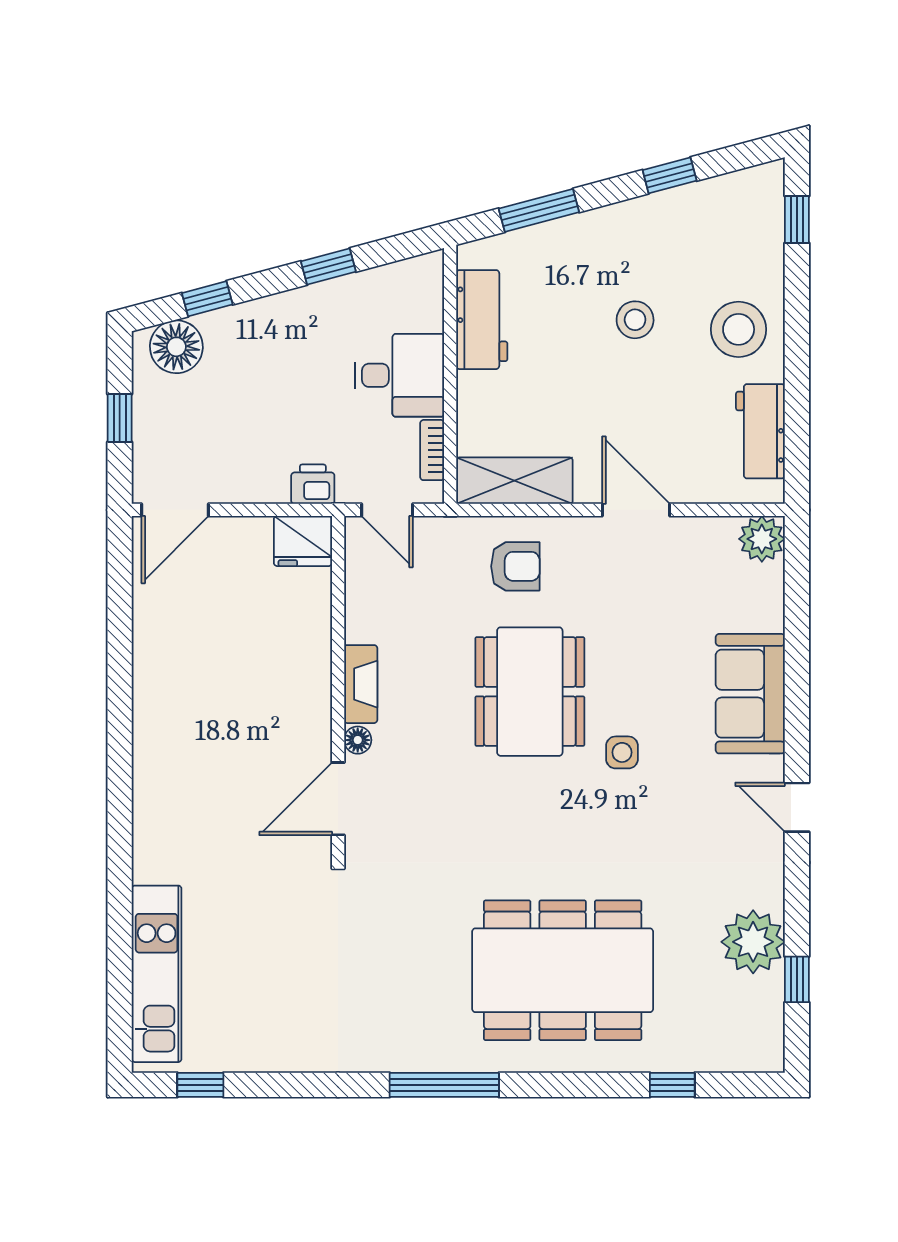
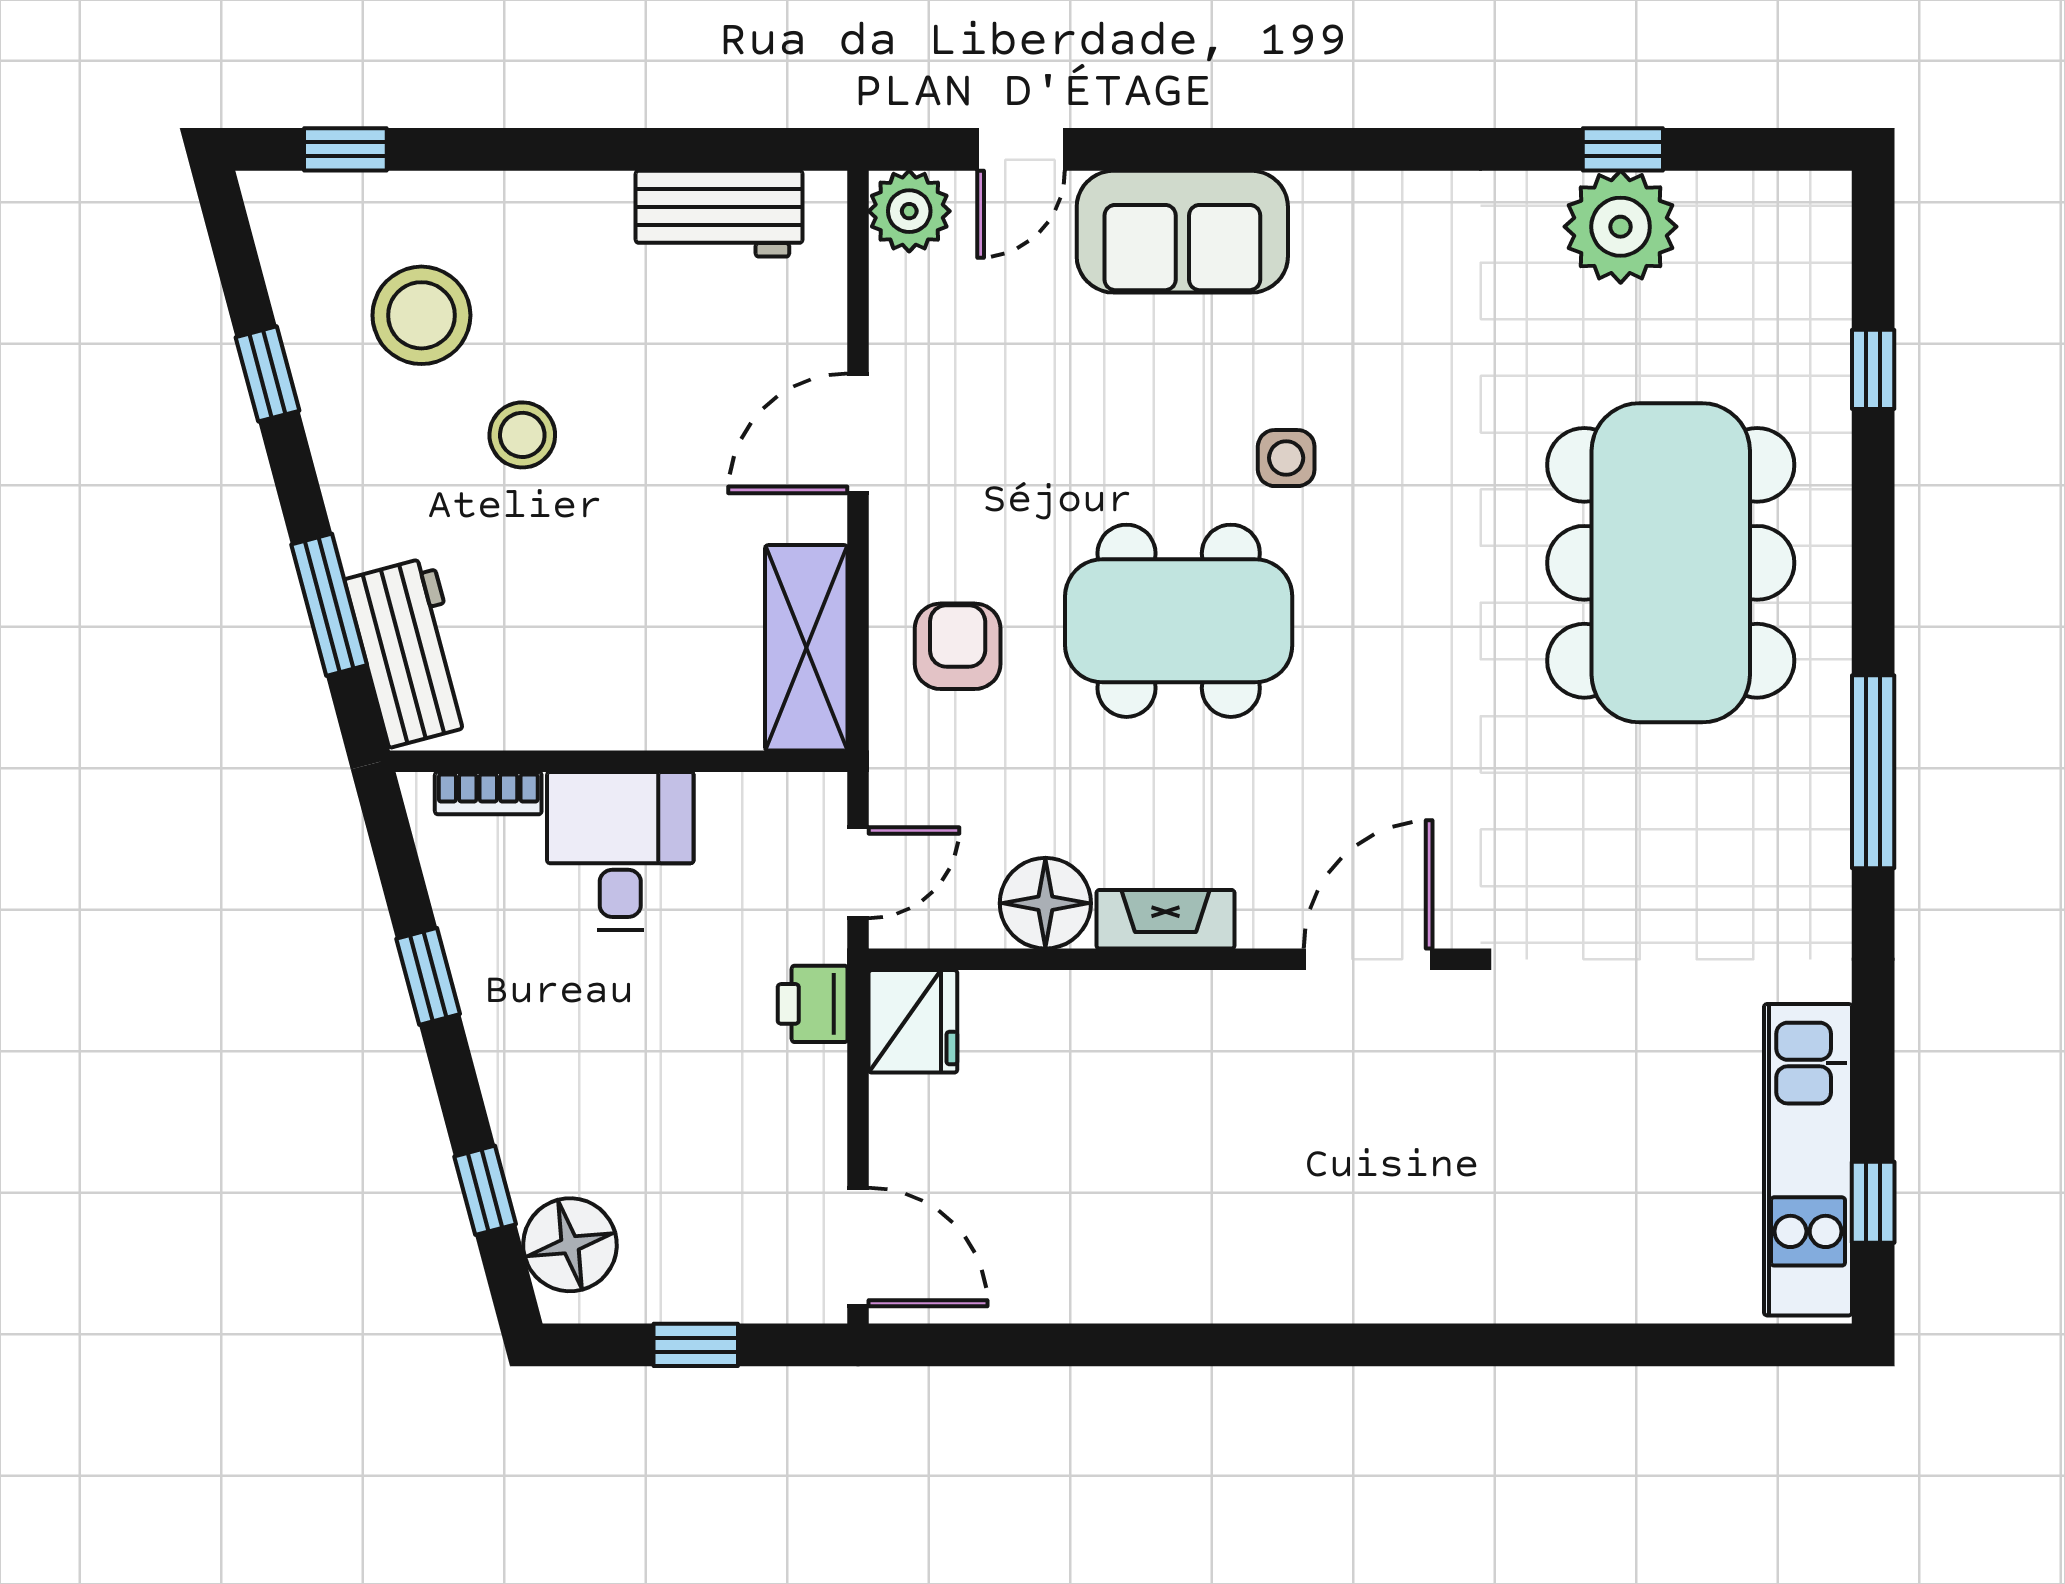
workbench: (482, 320) -> (410, 652), moved, turned 75
stool: (739, 329) -> (421, 315), moved
bookcase: (432, 450) -> (488, 793), moved
floor lamp: (358, 740) -> (1045, 903), moved, width x1.89, depth x1.89
door: (338, 799) -> (1368, 959), swing flipped
door: (797, 807) -> (1021, 149), moved
kitchen unit: (157, 974) -> (1808, 1160), moved, turned -90
window: (797, 979) -> (1623, 149), moved

